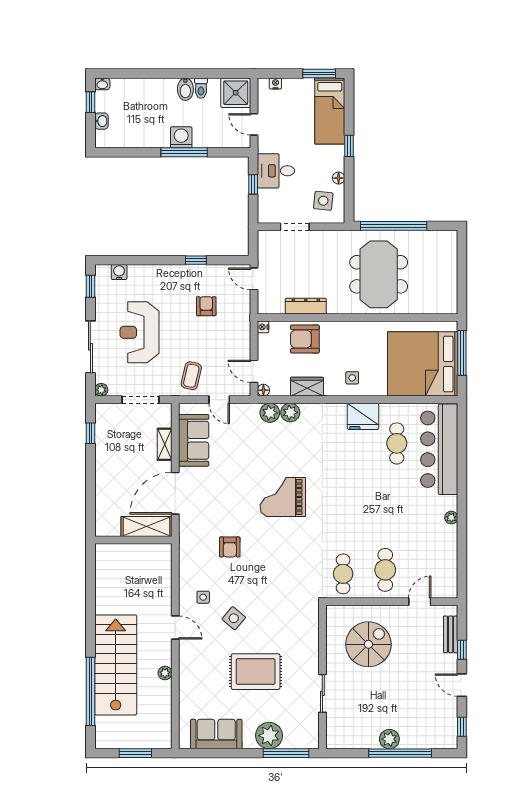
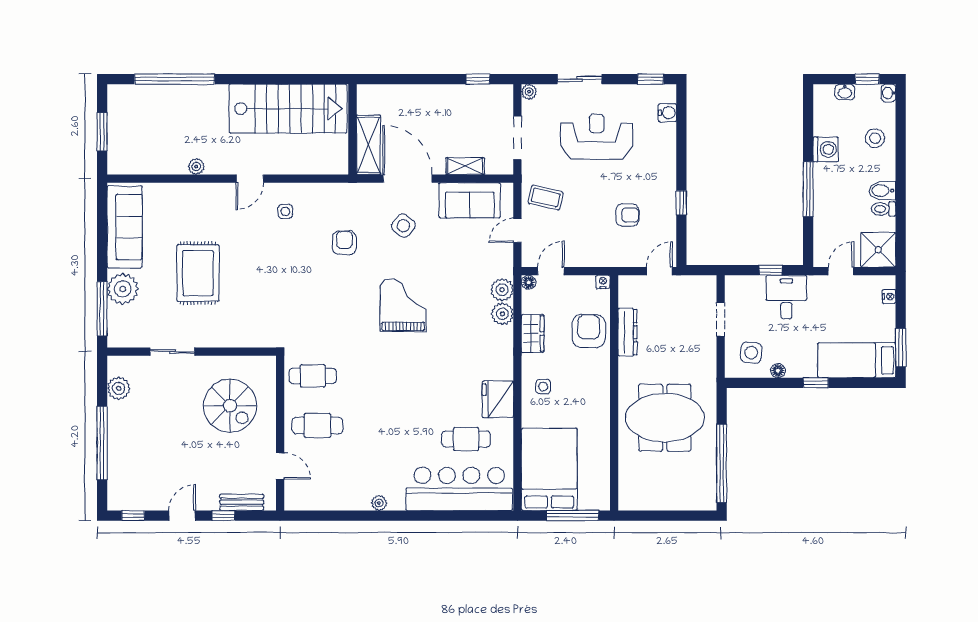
stool: (141, 95) -> (875, 138), added
washing machine: (181, 137) -> (826, 149), moved
window: (394, 226) -> (722, 463), moved
sliding door: (90, 347) -> (580, 79), width x0.73
bed: (423, 364) -> (549, 469), width x0.73
armchair: (230, 547) -> (344, 243), turned 90
side table: (234, 618) -> (403, 226), moved
stairs: (116, 665) -> (288, 109), moved
sofa: (216, 734) -> (125, 227), width x1.36
plant: (389, 739) -> (119, 388), moved

